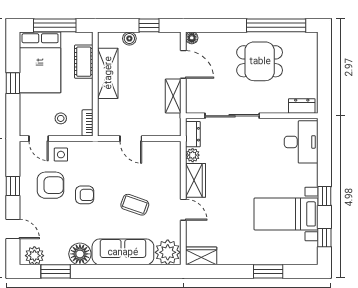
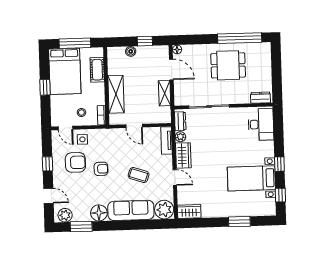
shelving: (108, 73) -> (116, 94), moved
tv unit: (174, 160) -> (167, 140), added

